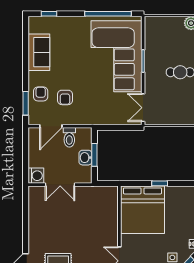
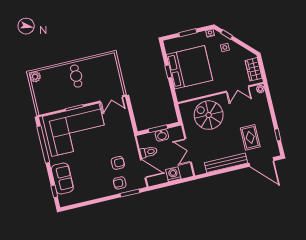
sofa: (39, 52) -> (62, 178), moved, turned 90
washing machine: (36, 176) -> (173, 174), moved
double door: (60, 185) -> (188, 150), swing flipped
bed: (142, 210) -> (189, 67), moved
spiral stairs: (96, 219) -> (209, 115), added
bench: (35, 226) -> (226, 163), added

